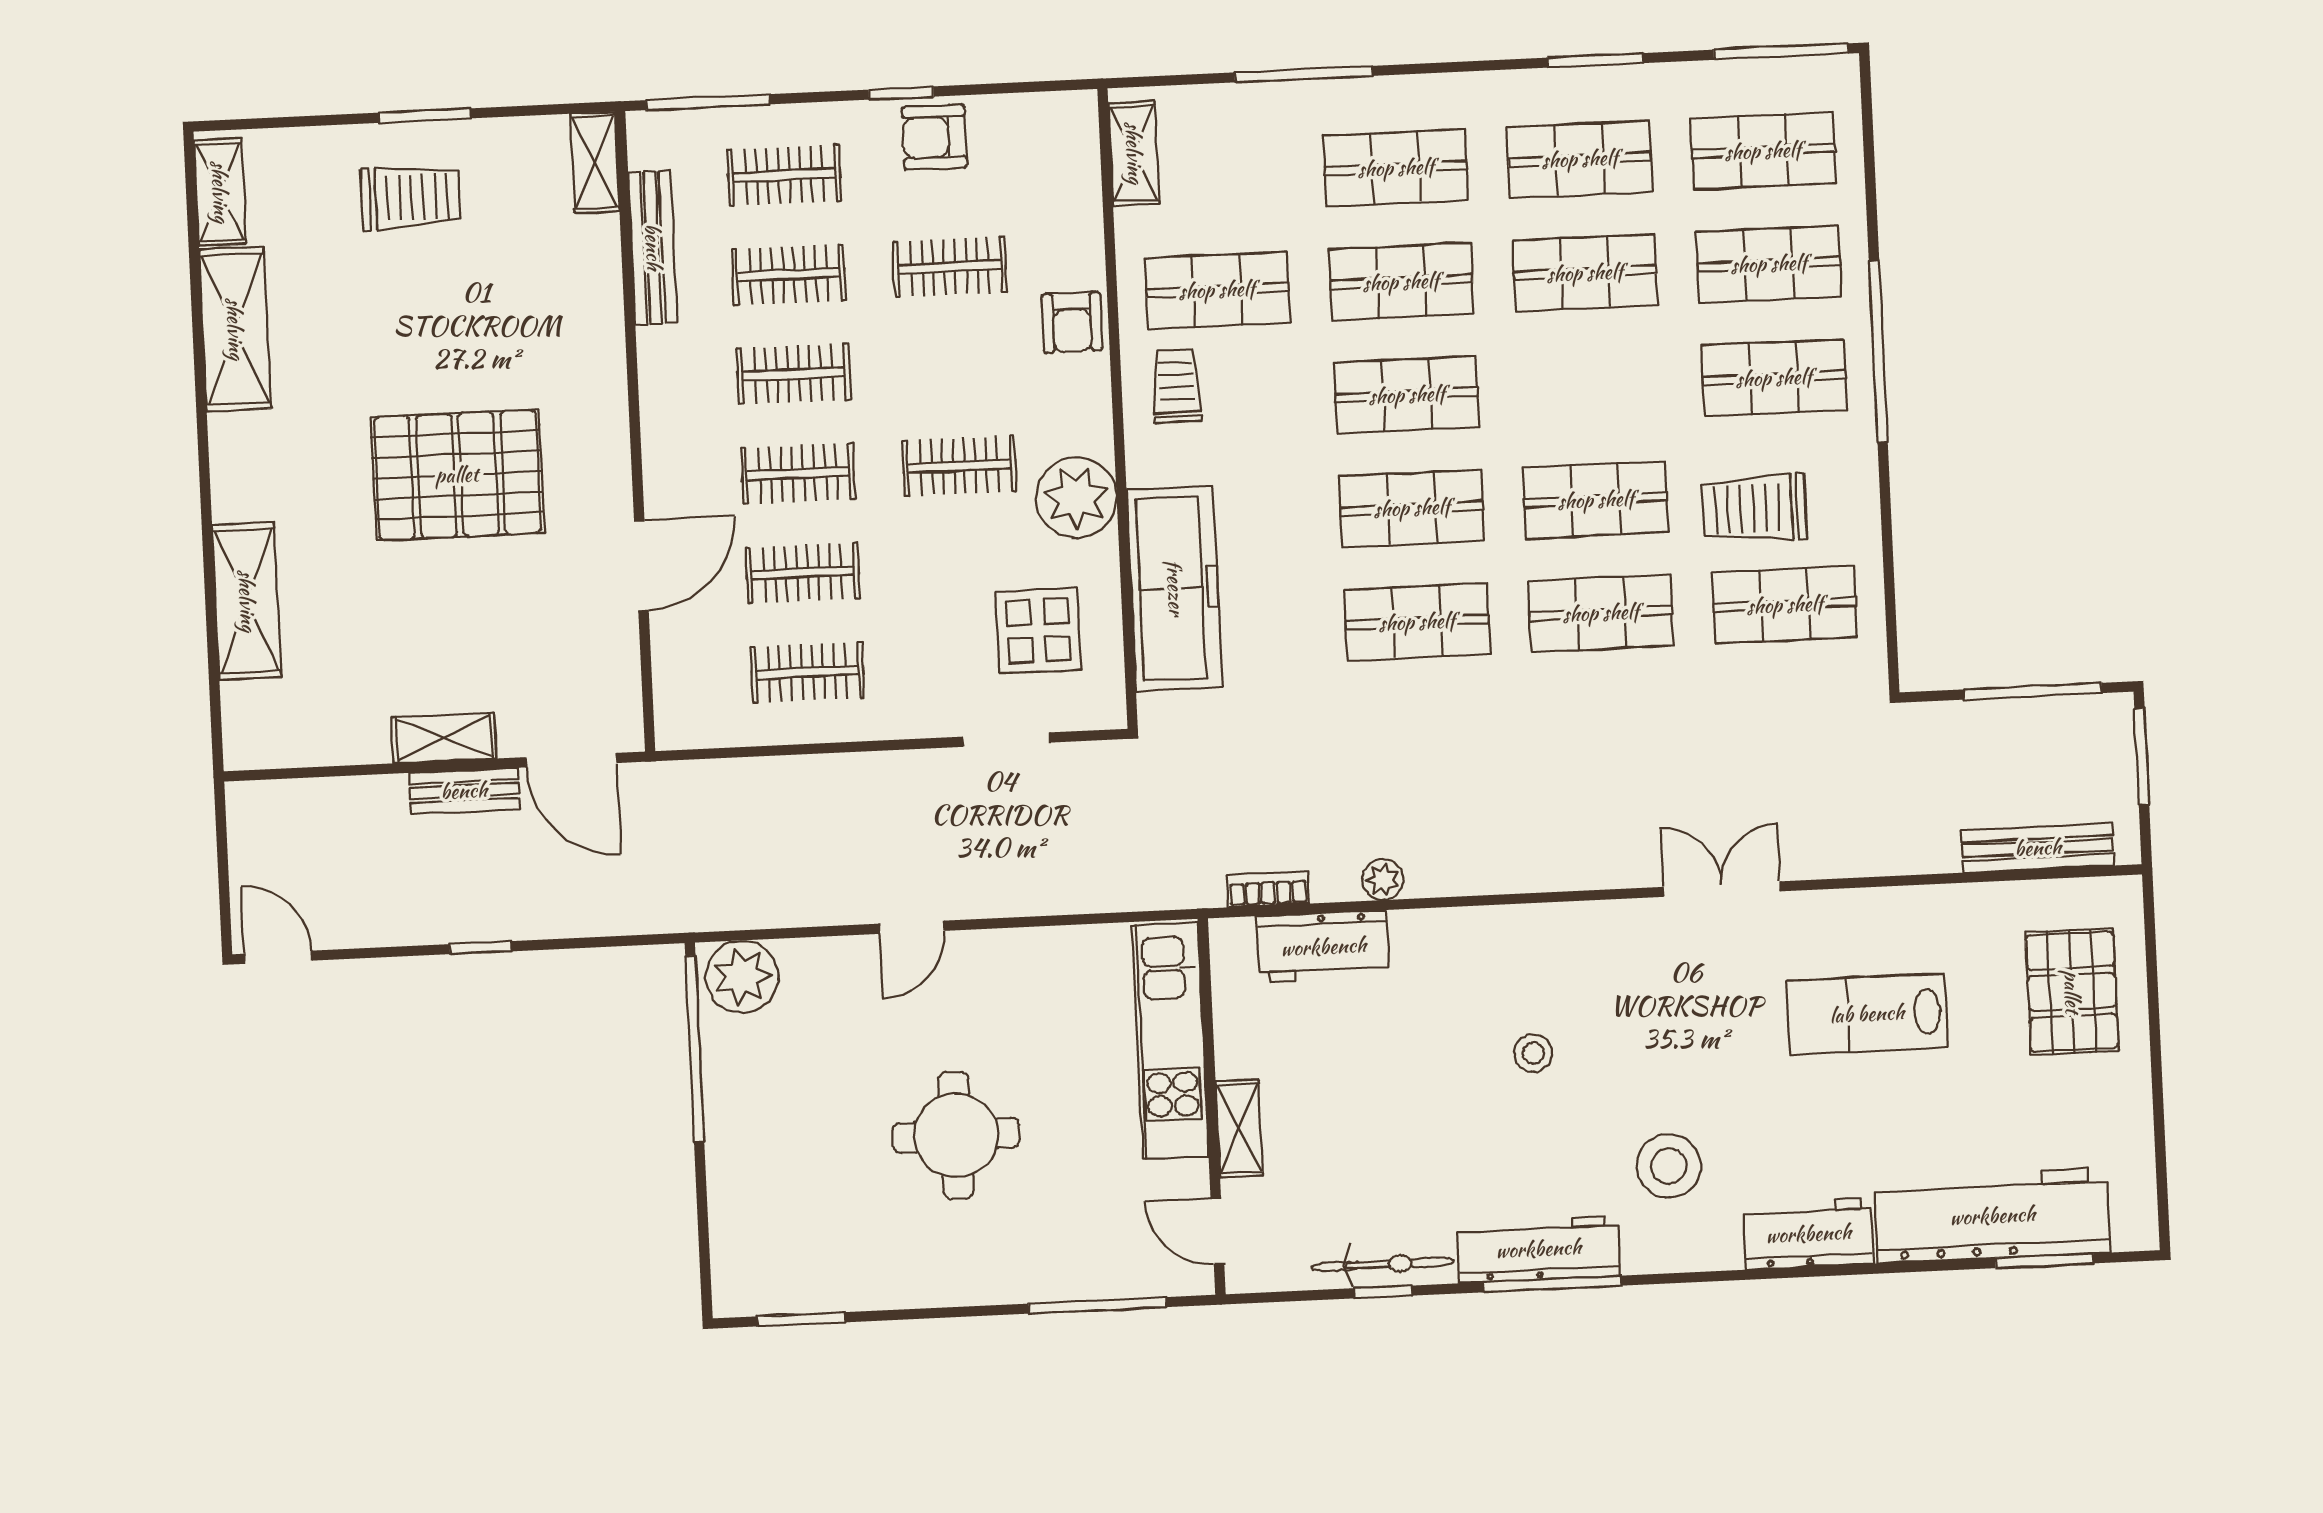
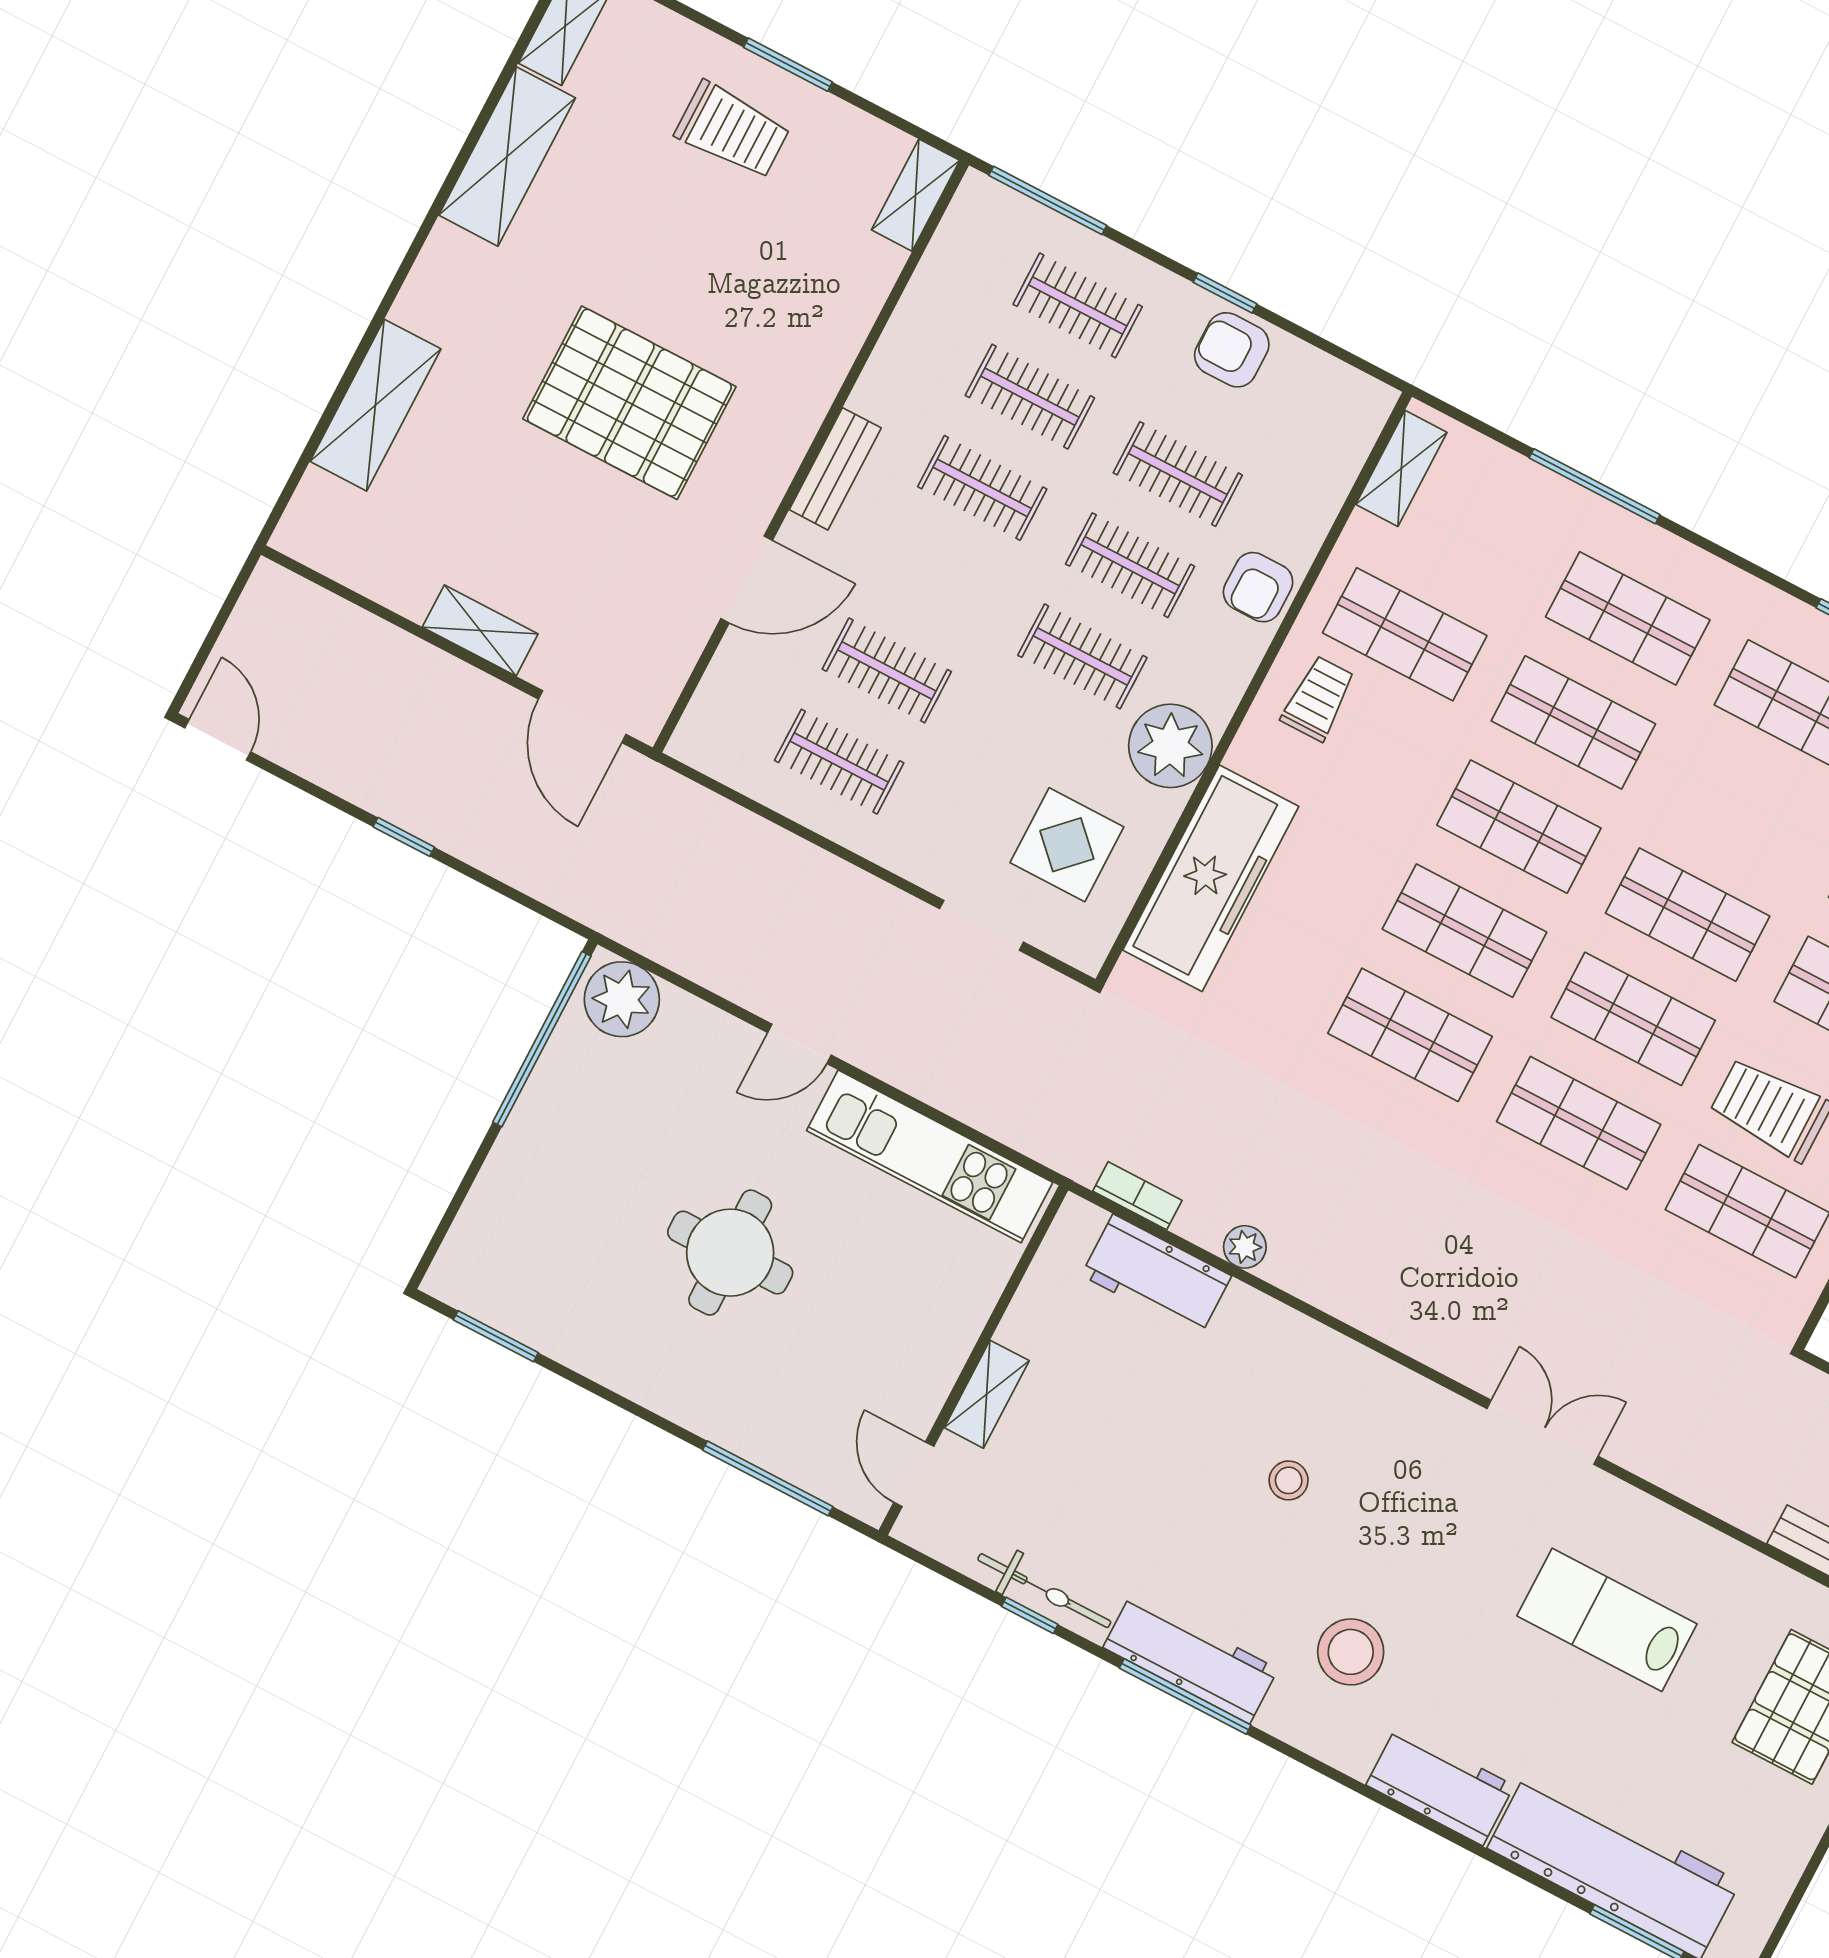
bench: (653, 247) -> (835, 469), moved, width x0.73
shop shelf: (1585, 273) -> (1688, 915), moved
clothes rail: (798, 474) -> (1130, 565), moved
bench: (464, 791) -> (471, 689), removed
kitchen unit: (1170, 1040) -> (930, 1156), moved, turned -90

